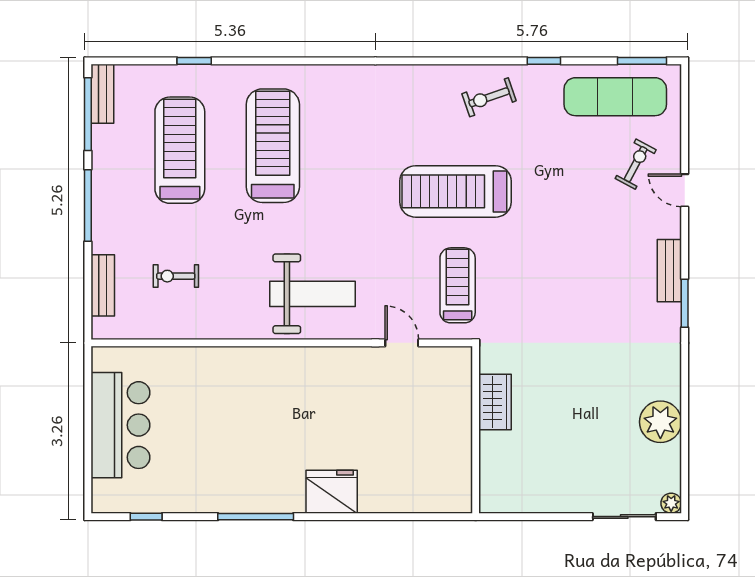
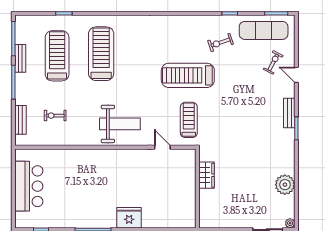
bench: (102, 94) -> (20, 58), moved
exercise bike: (489, 97) -> (221, 42), moved

